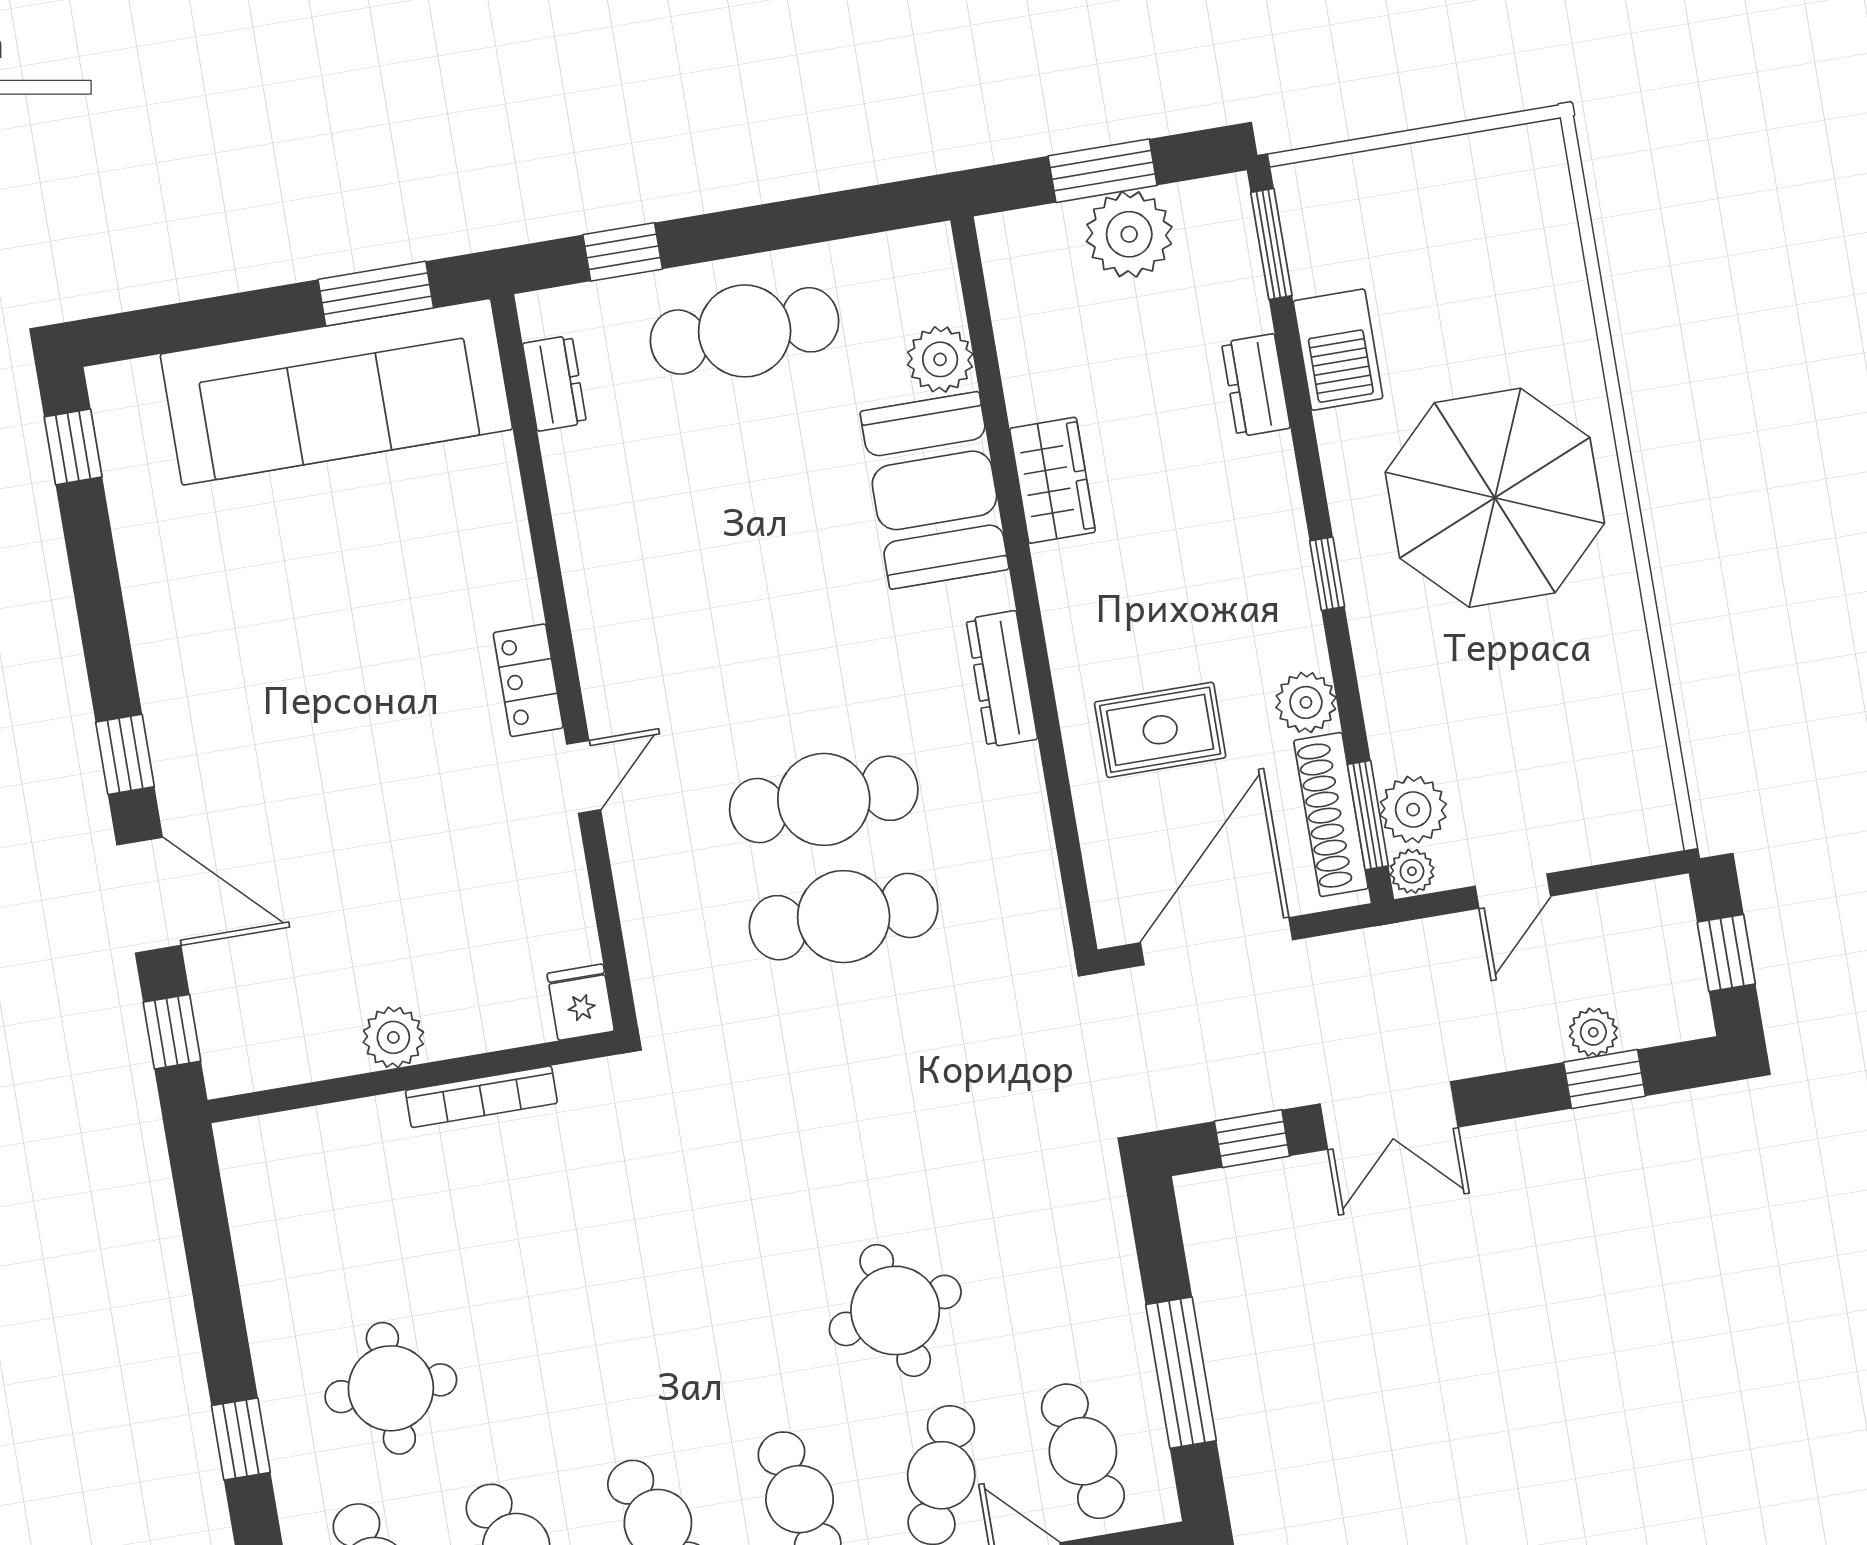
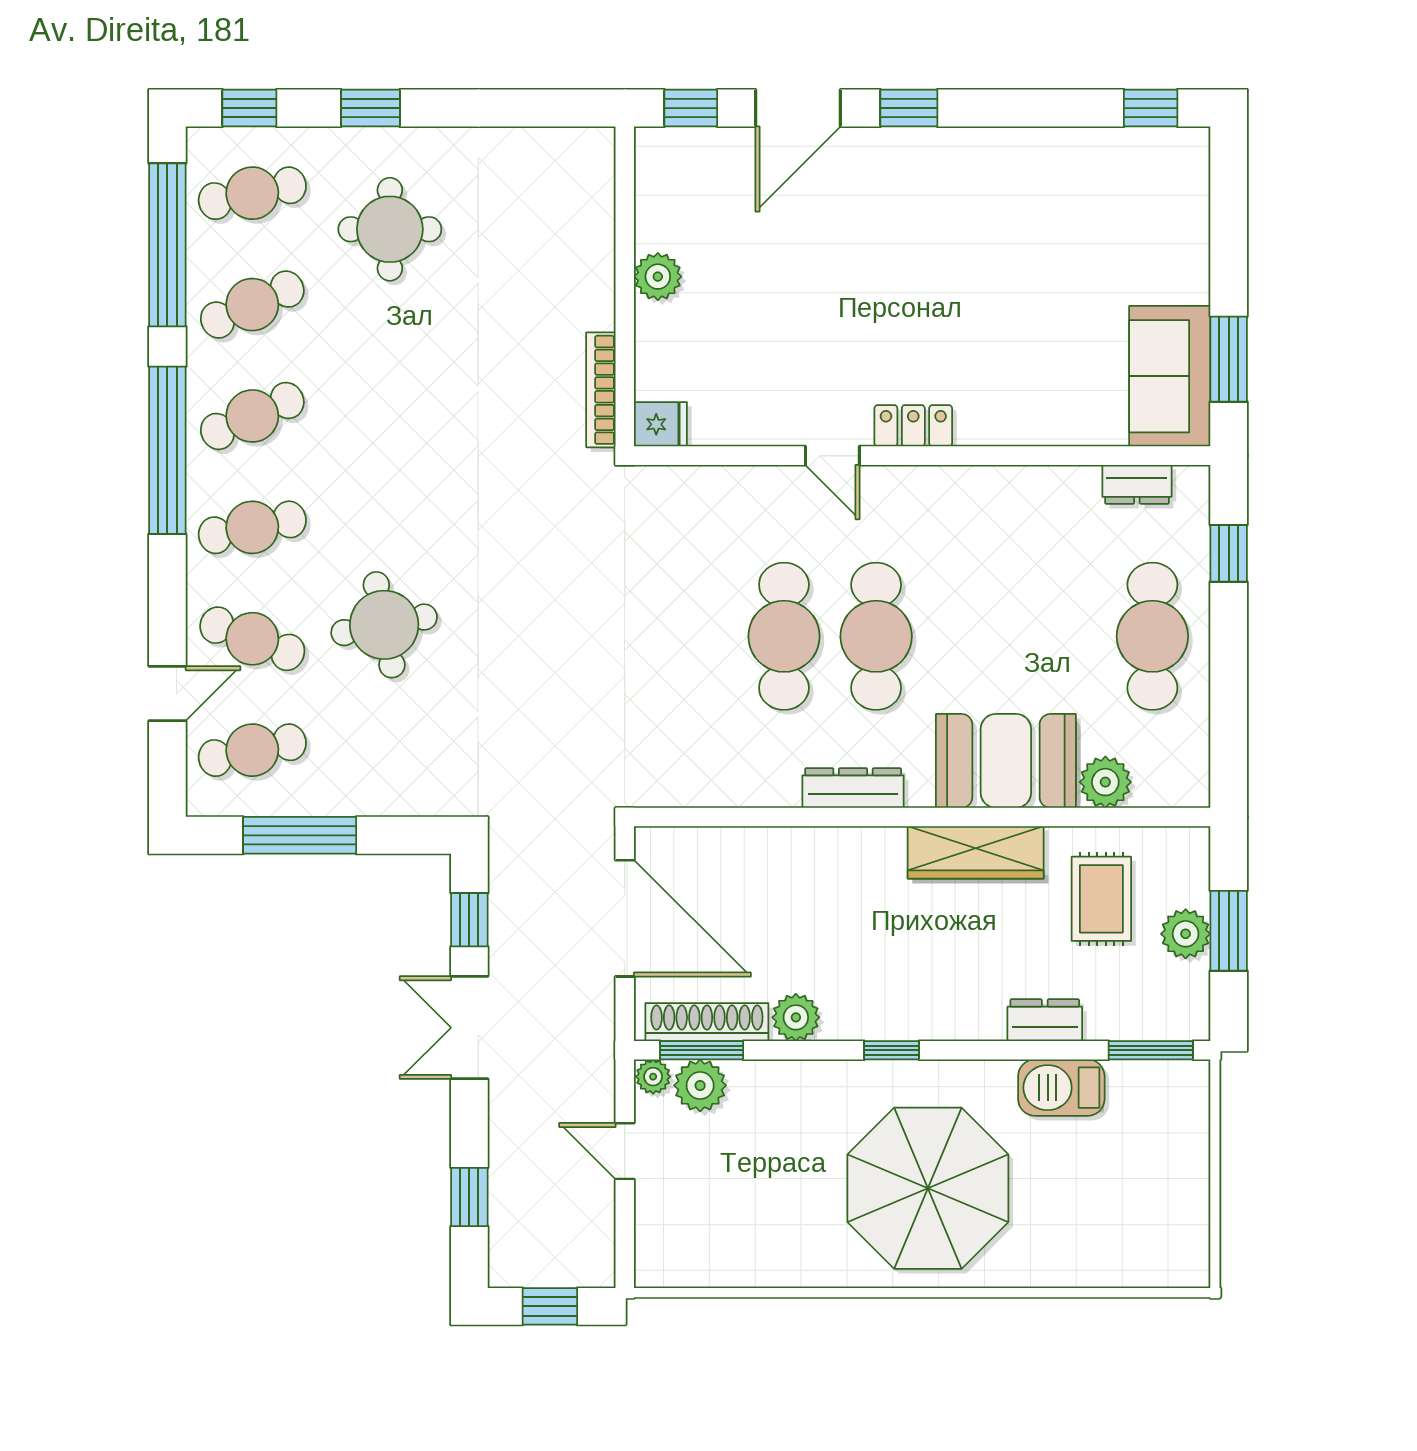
plant: (1129, 234) -> (1186, 934), width x0.73, depth x0.73
sofa: (336, 392) -> (1170, 376), width x0.54, depth x0.79
wardrobe: (1052, 480) -> (976, 852), width x1.50
rug: (1160, 730) -> (1101, 899), moved
cafe table: (844, 917) -> (876, 636), moved
plant: (1593, 1032) -> (507, 1194), removed
bookcase: (481, 1097) -> (601, 390), moved

